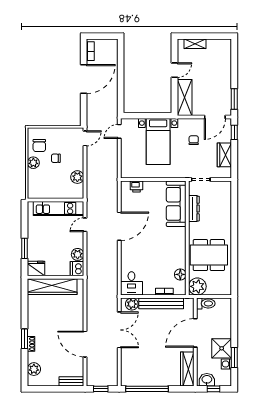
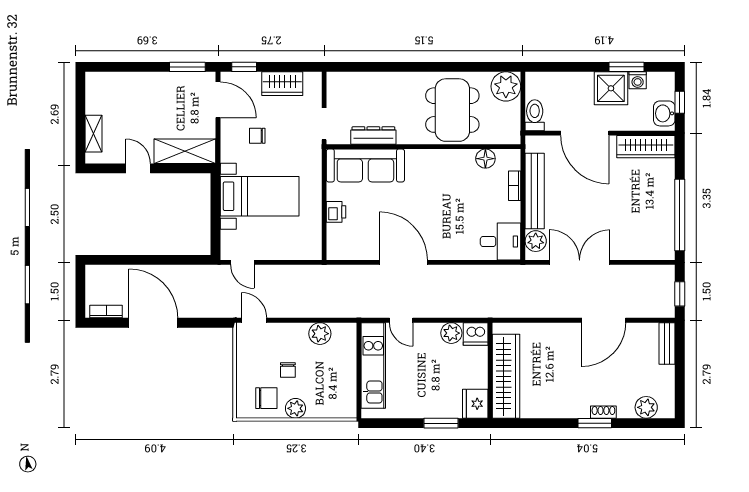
printer: (137, 187) -> (336, 212), moved
plant: (197, 286) -> (506, 86), moved

